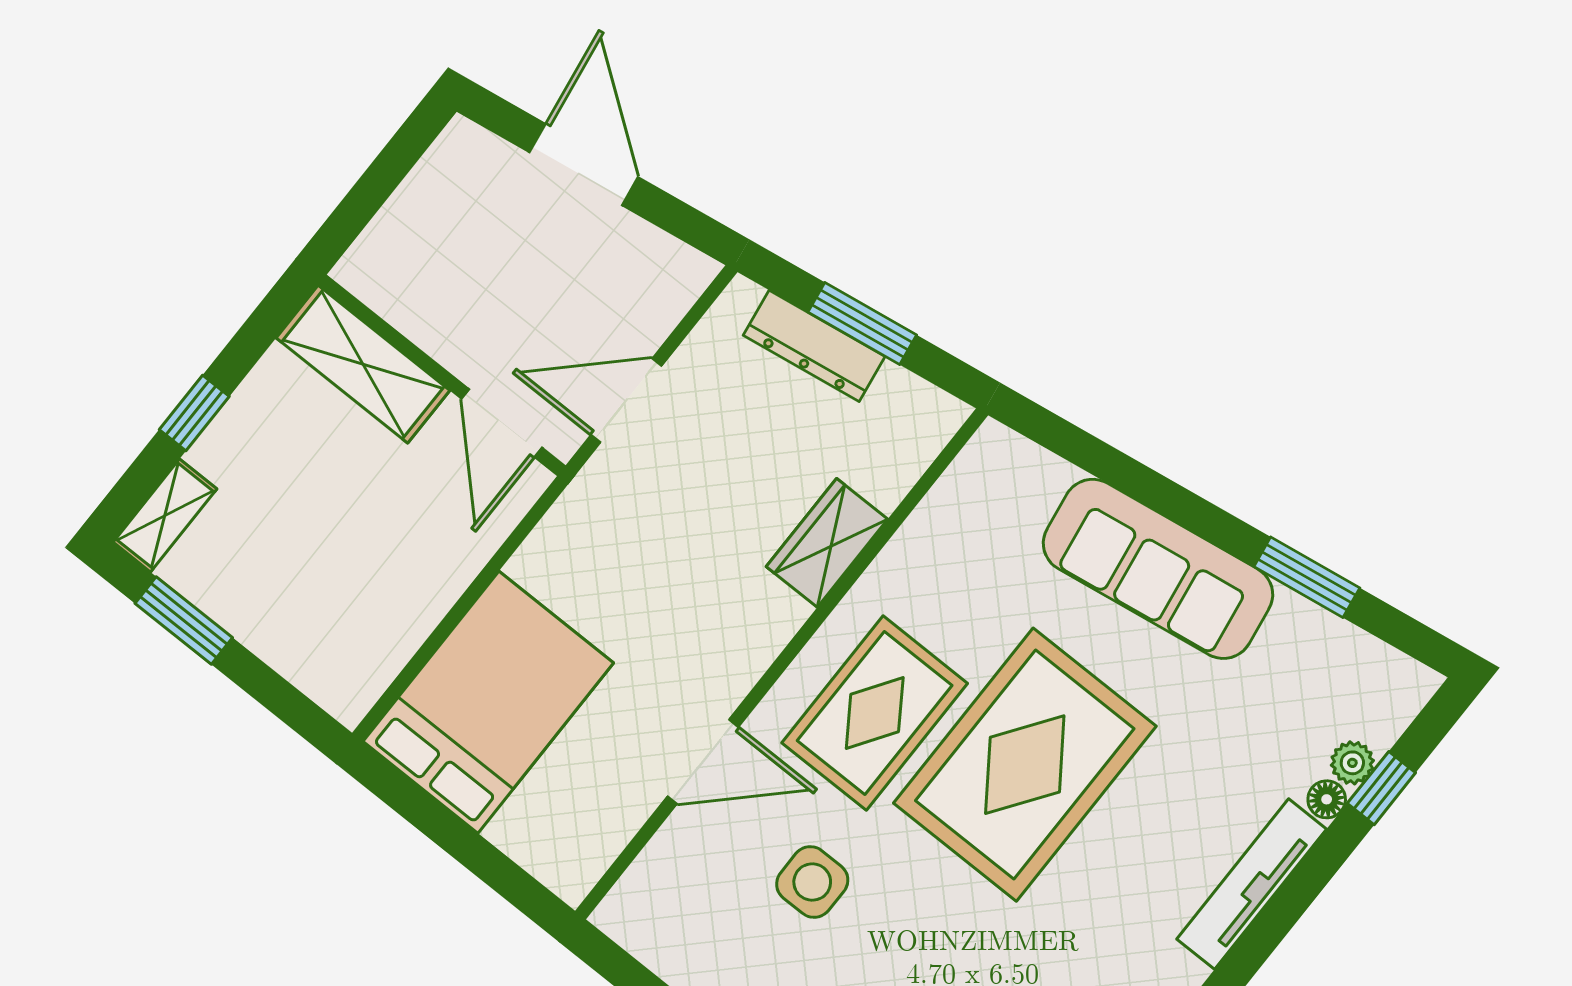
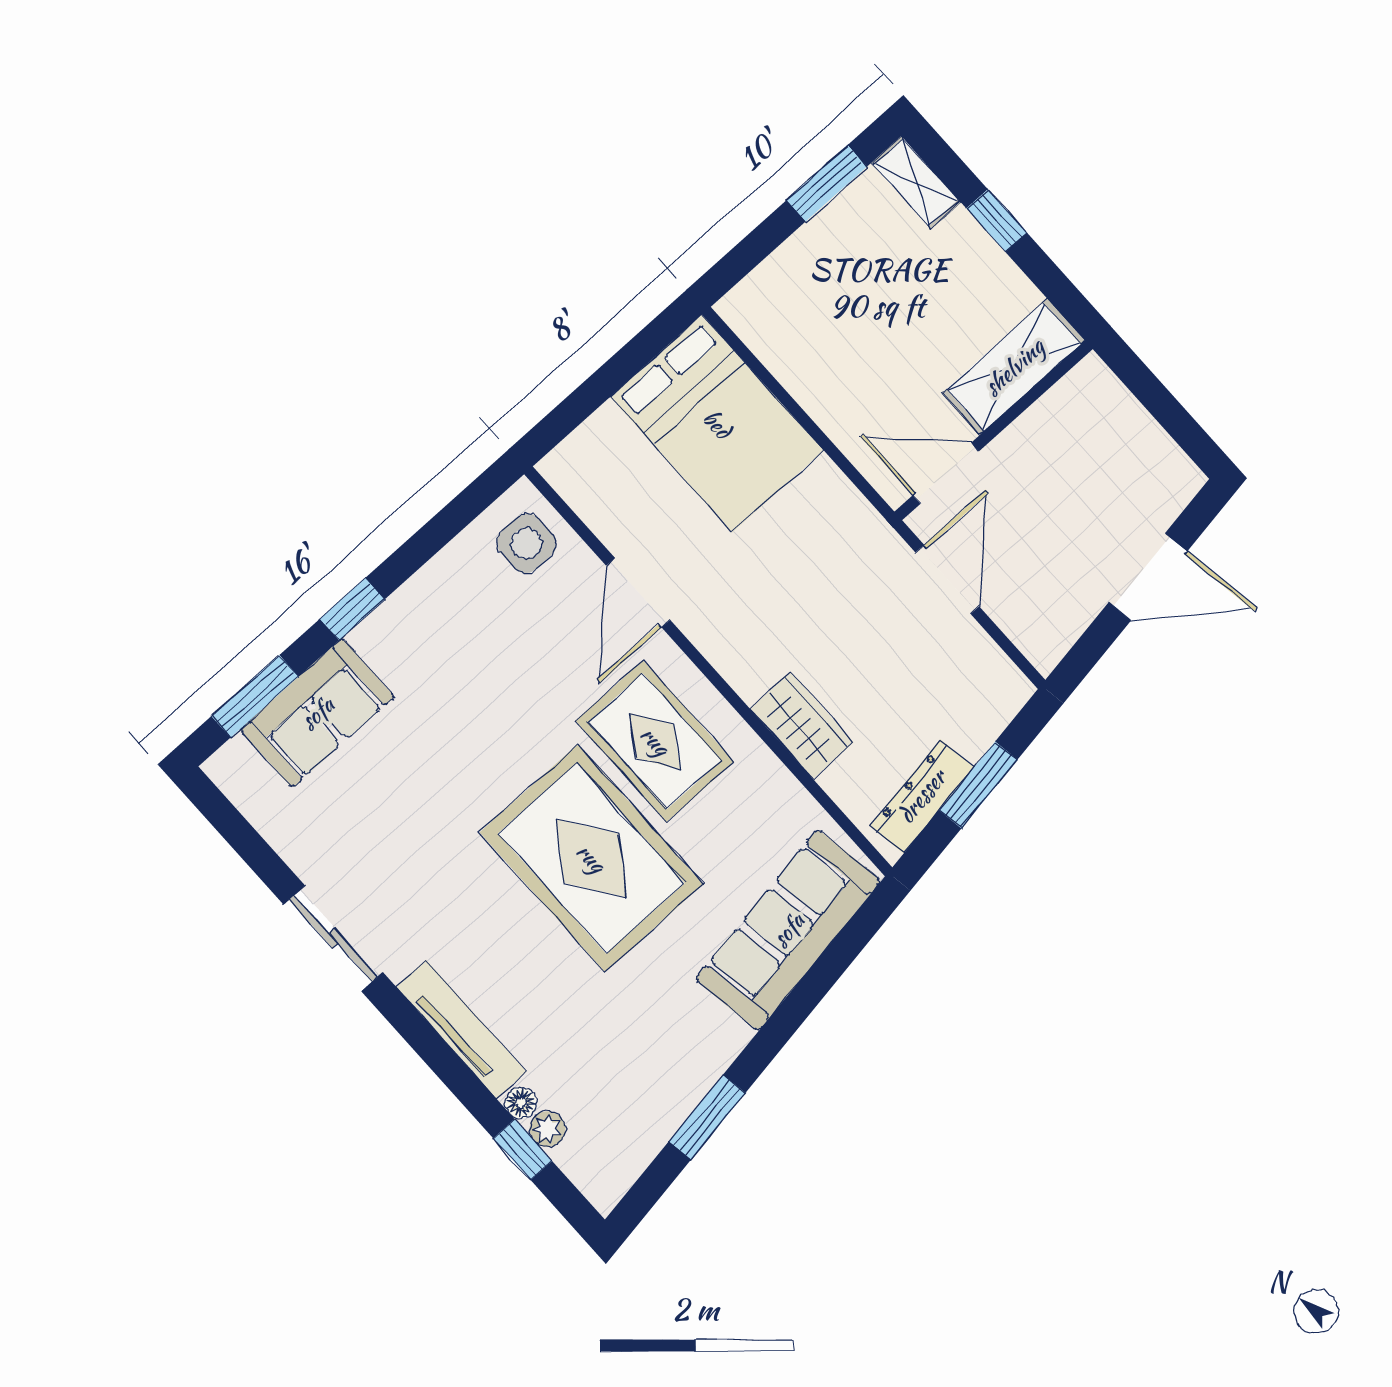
dresser: (814, 346) -> (922, 796), moved
sofa: (1158, 569) -> (788, 930), moved
side table: (812, 882) -> (527, 543), moved

